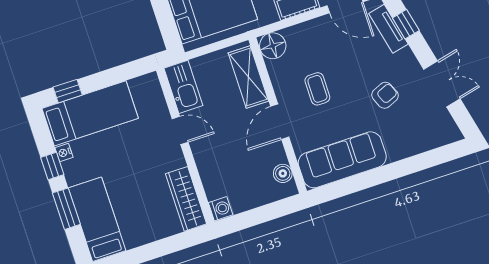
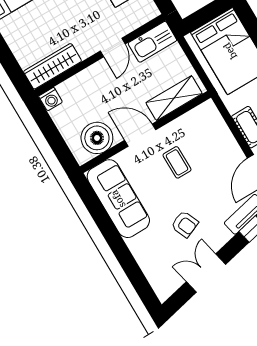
floor lamp: (273, 46) -> (207, 114), removed
double door: (442, 84) -> (206, 273), swing flipped
coffee table: (317, 89) -> (177, 162), turned 90
boiler: (283, 173) -> (97, 138), width x1.86, depth x1.86

